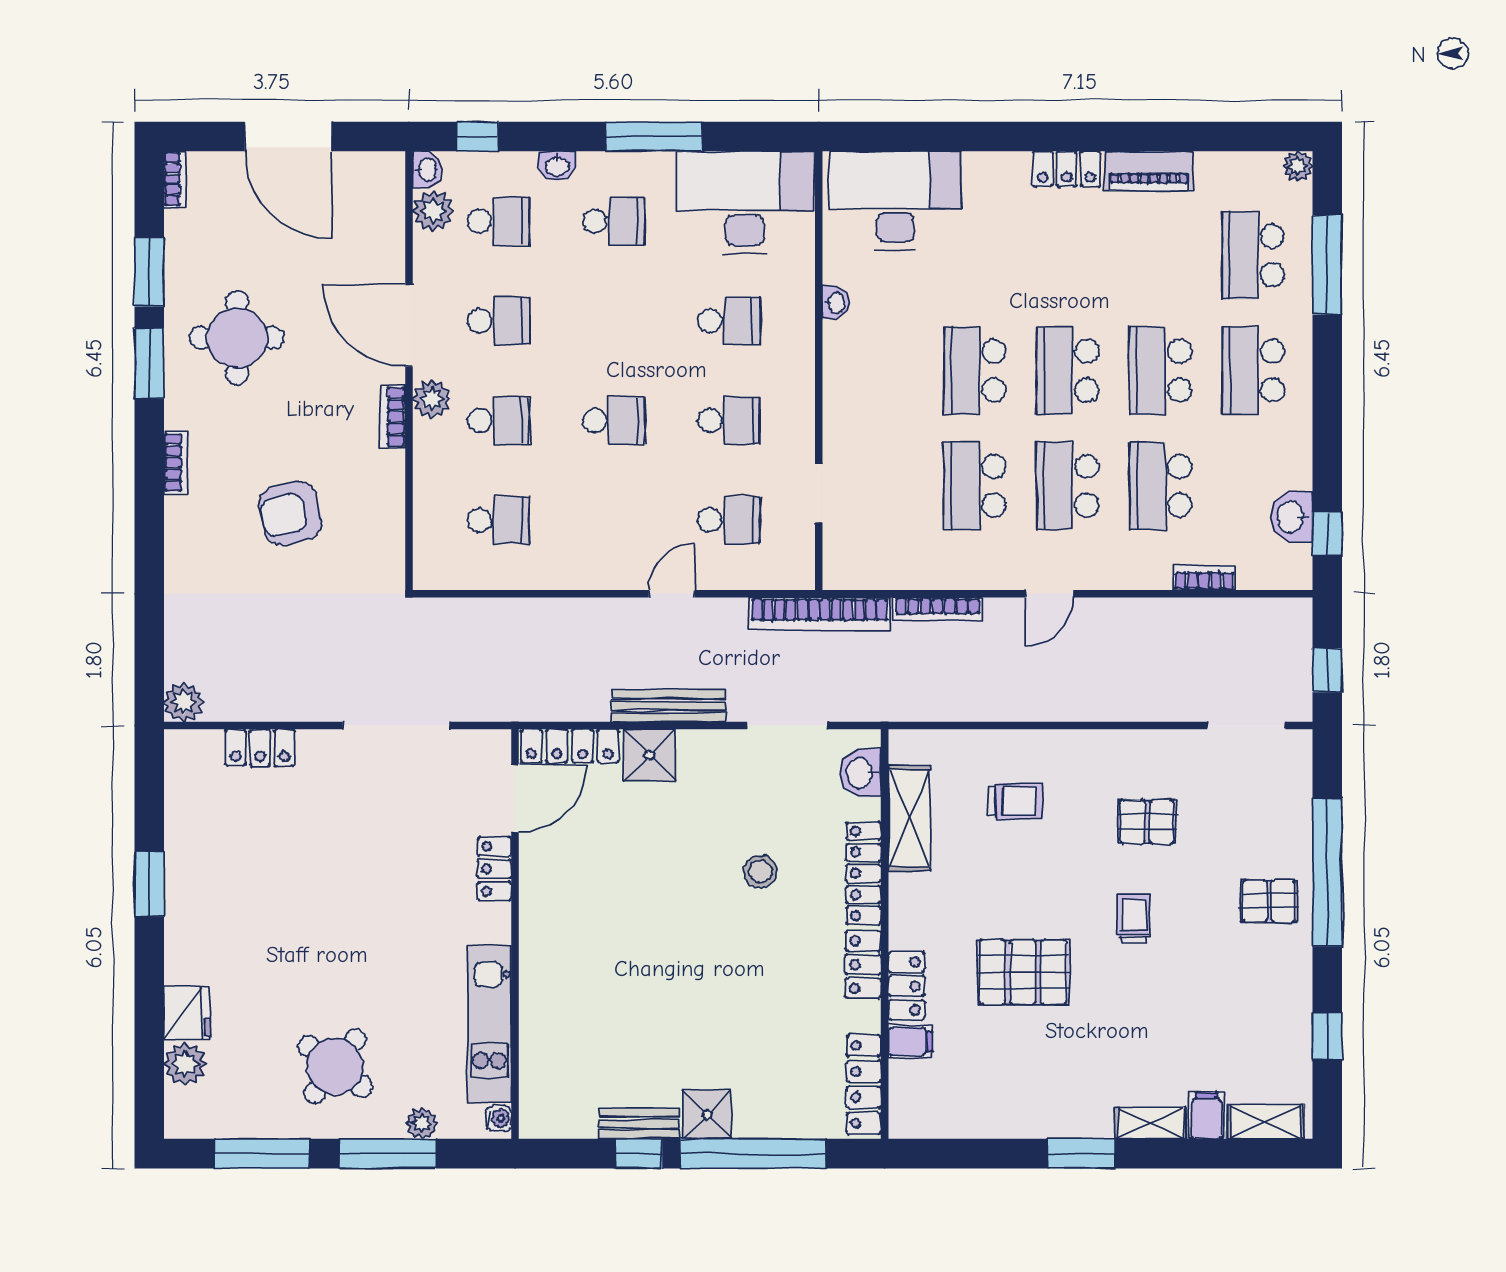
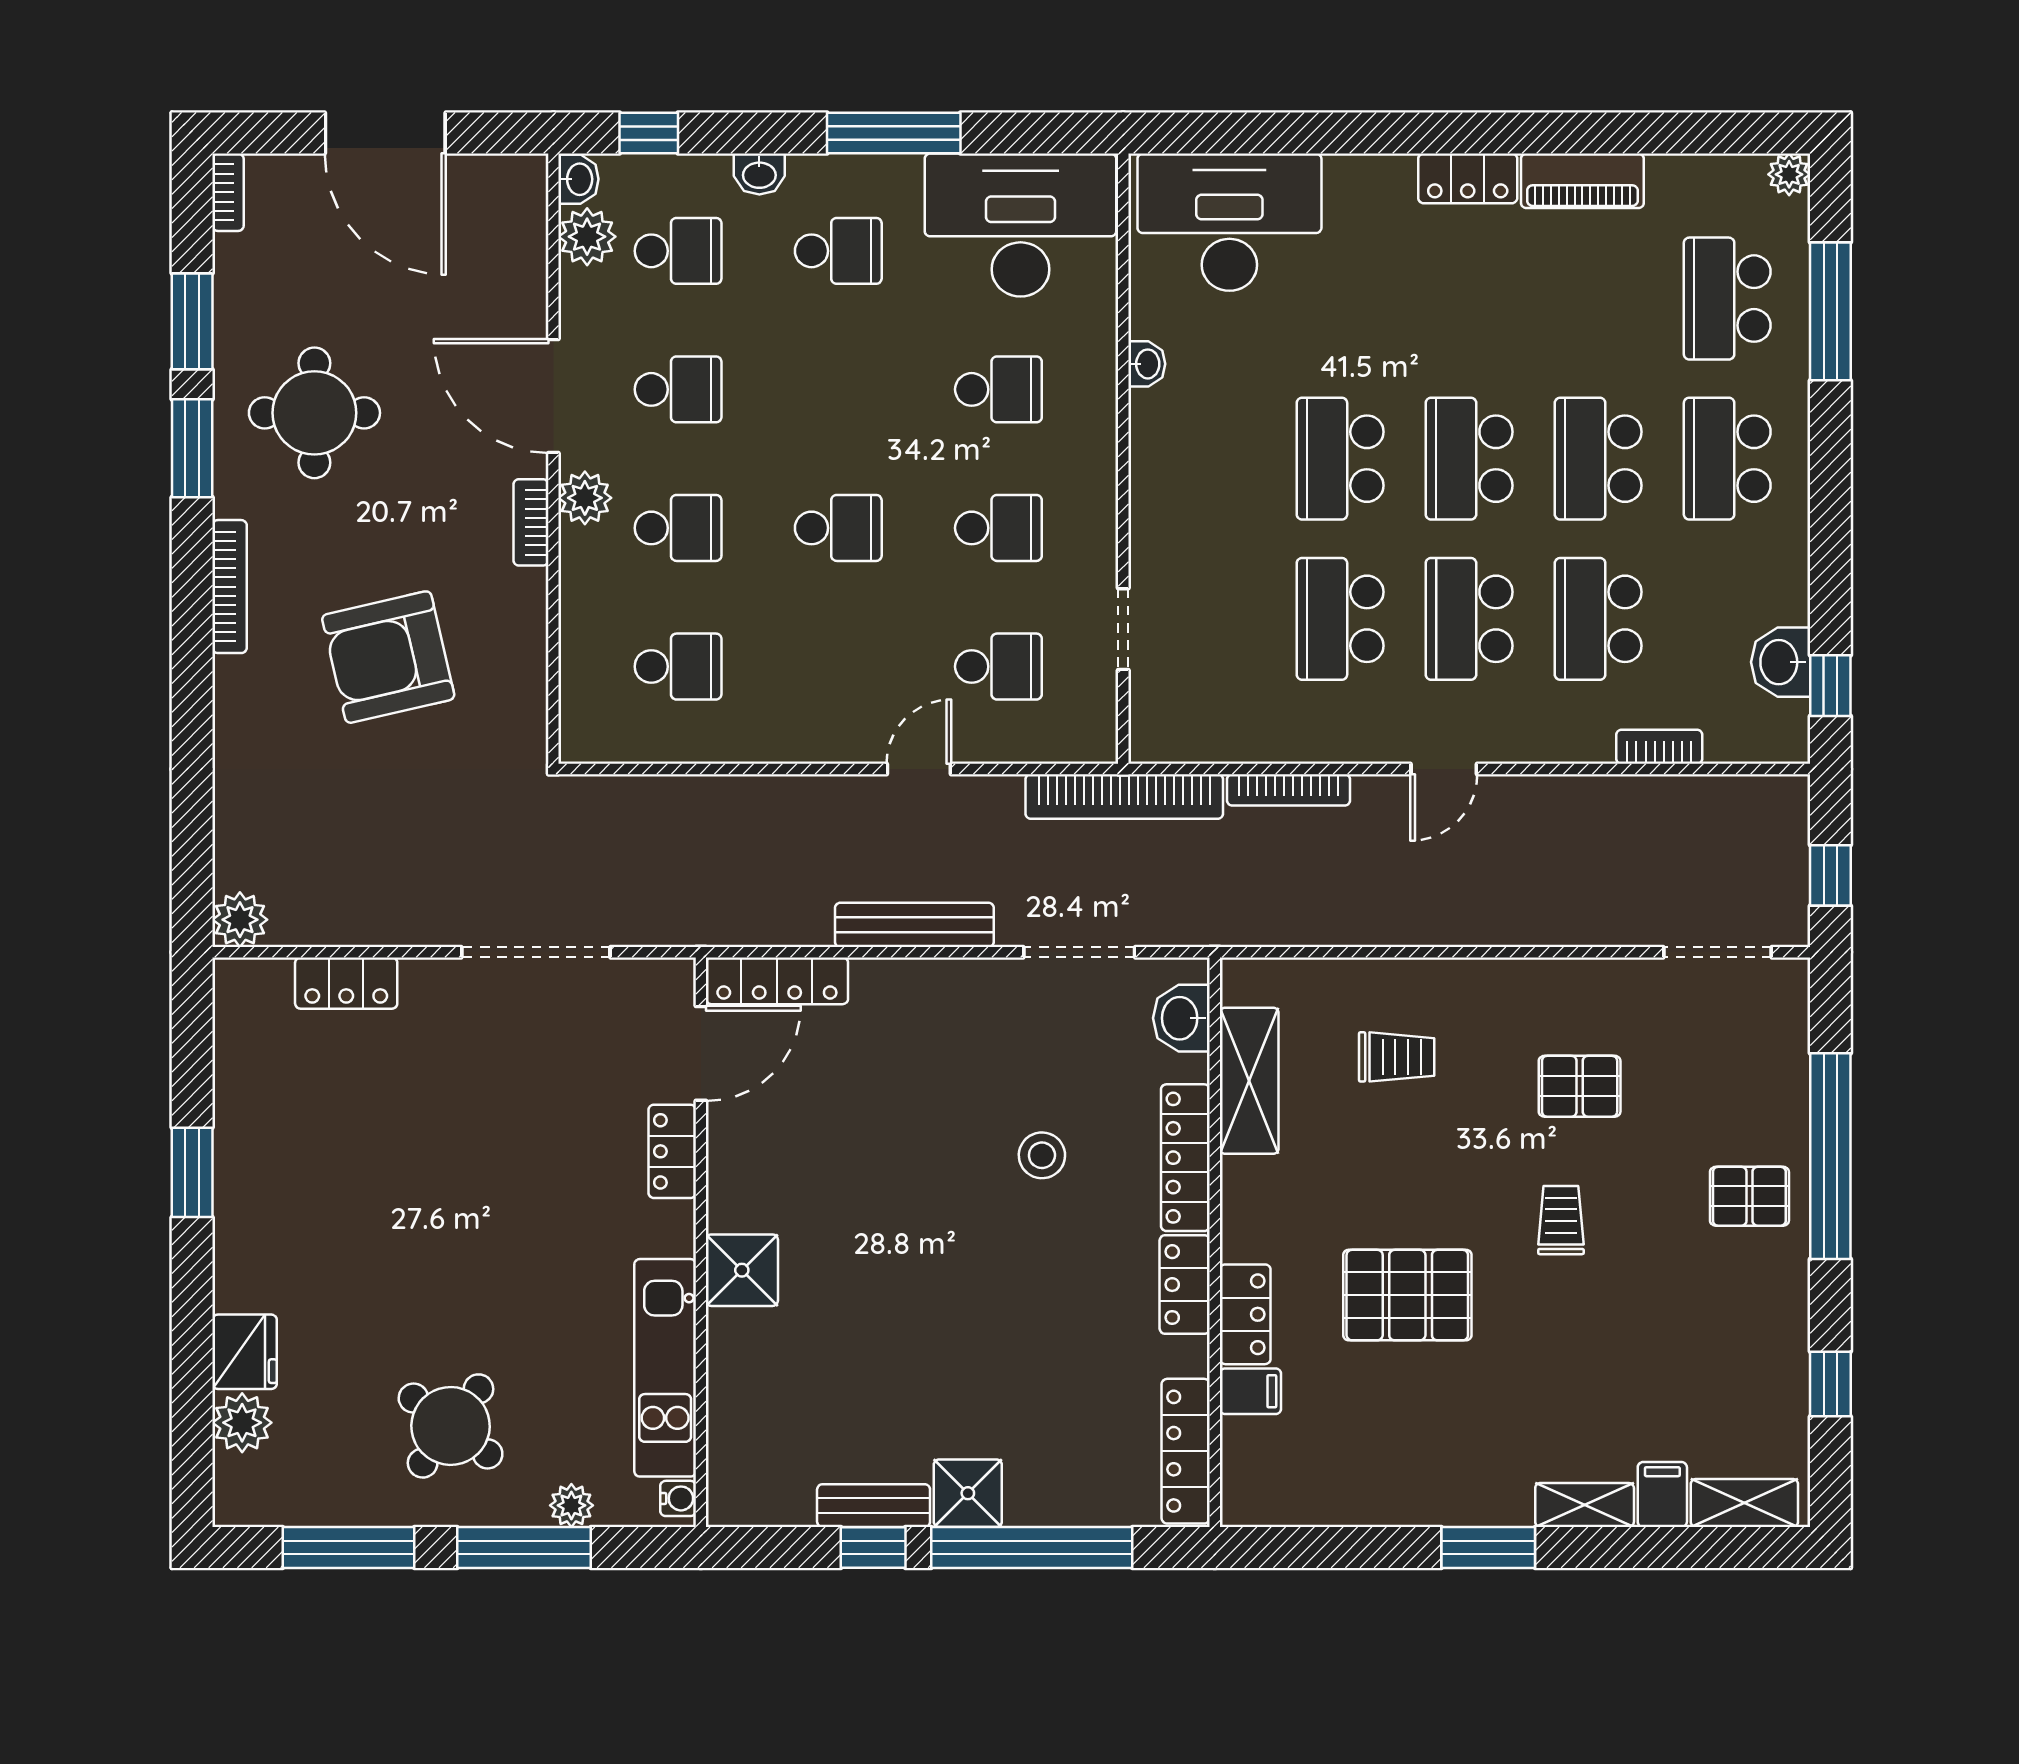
bookcase: (176, 463) -> (230, 587), width x1.56
armchair: (290, 513) -> (388, 657), width x1.36, depth x1.36
shower: (650, 755) -> (742, 1270), moved

